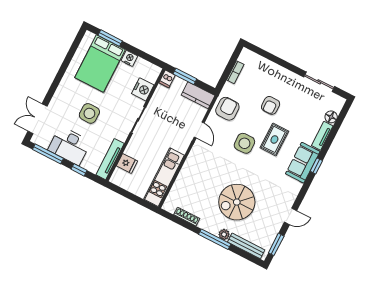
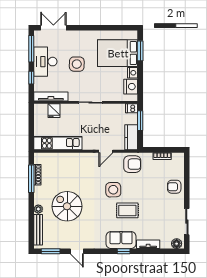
nightstand: (143, 89) -> (131, 87), moved, turned -90
armchair: (271, 105) -> (174, 187), moved
floor lamp: (331, 117) -> (177, 244), moved
window: (215, 239) -> (31, 179), moved

